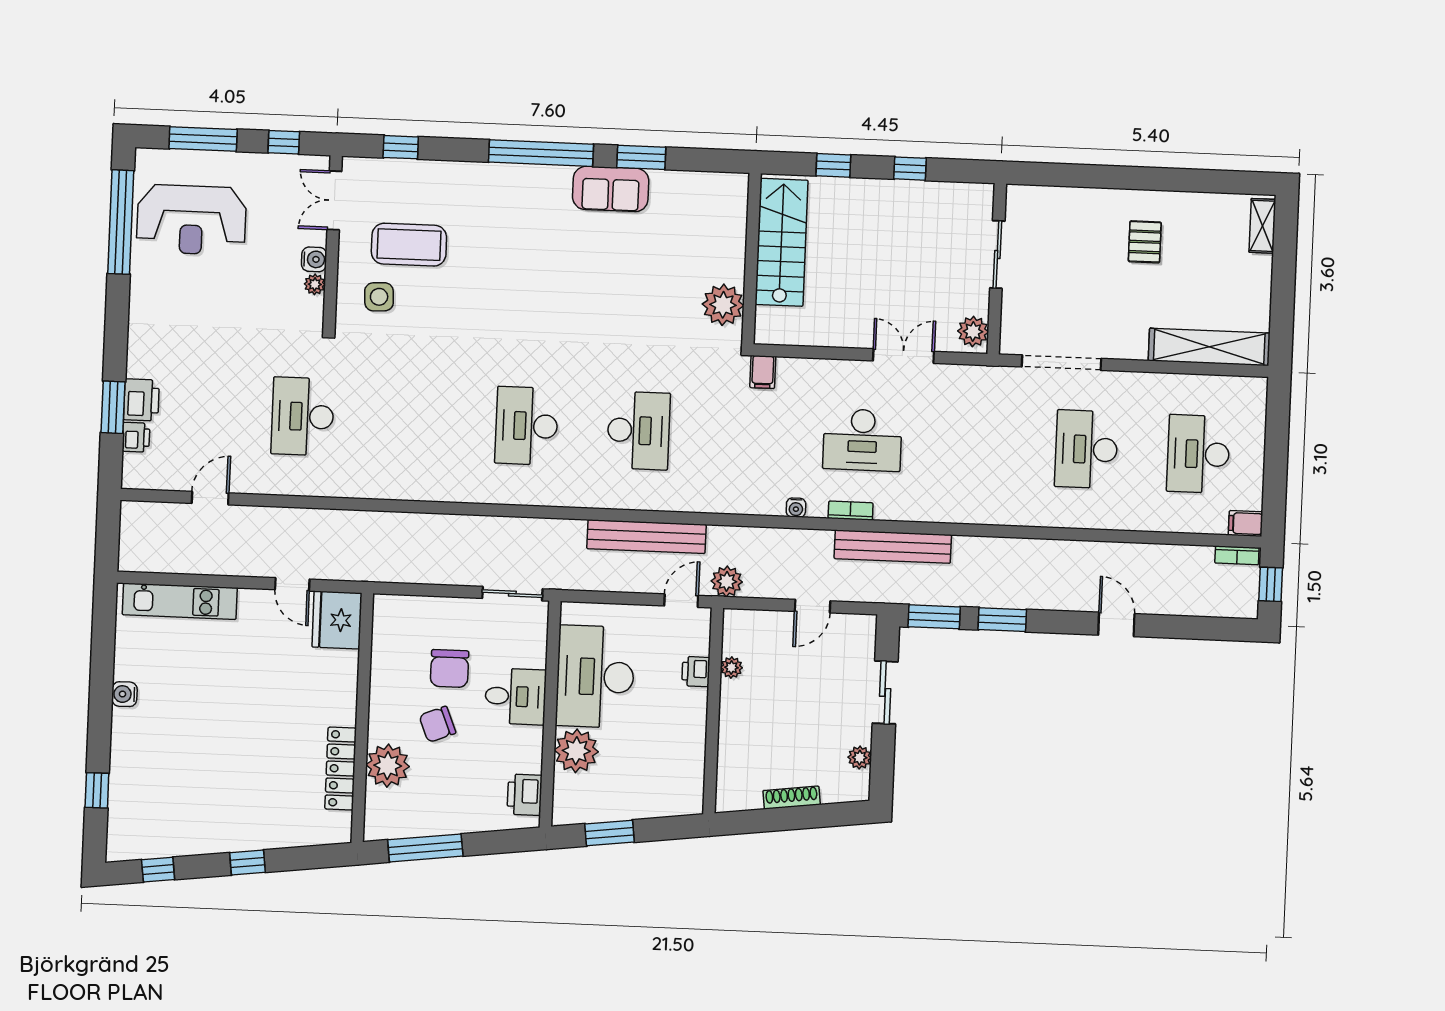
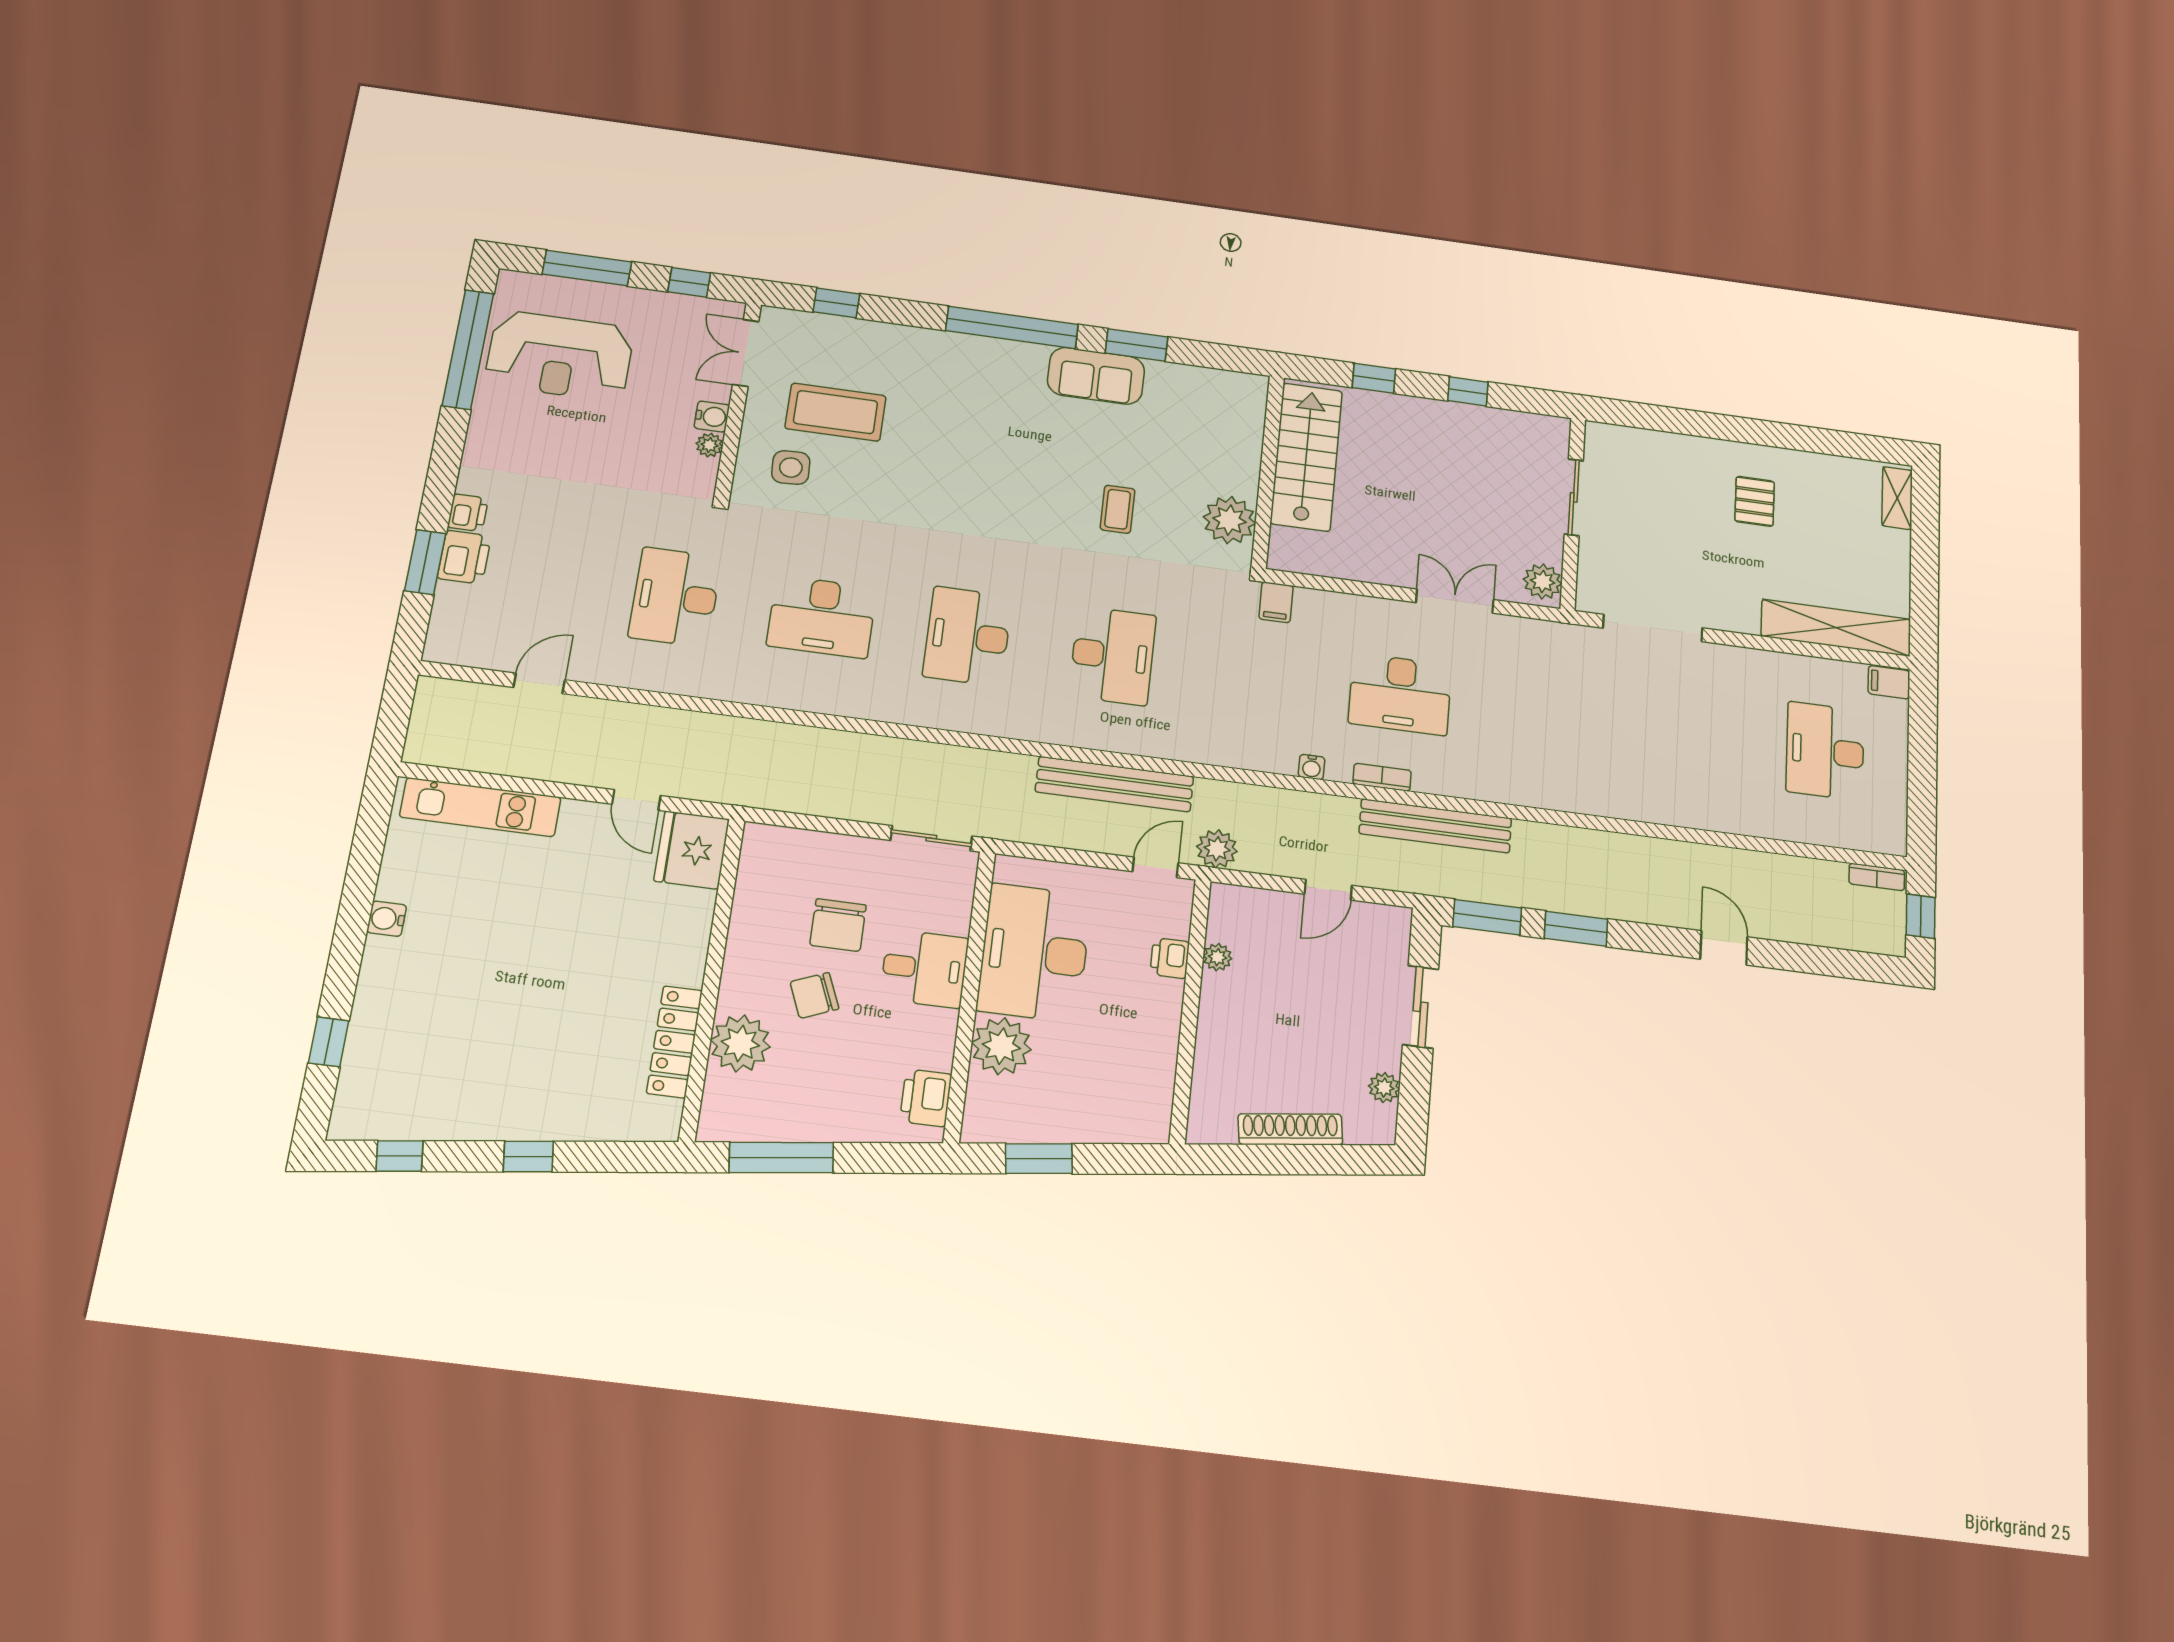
coffee table: (635, 305) -> (1118, 509), added
printer: (136, 437) -> (468, 513), moved
desk: (1086, 449) -> (822, 617), moved, turned -90
filing cabinet: (1246, 524) -> (1889, 682), moved
shoe rack: (792, 798) -> (1290, 1129), width x1.36, depth x1.24

